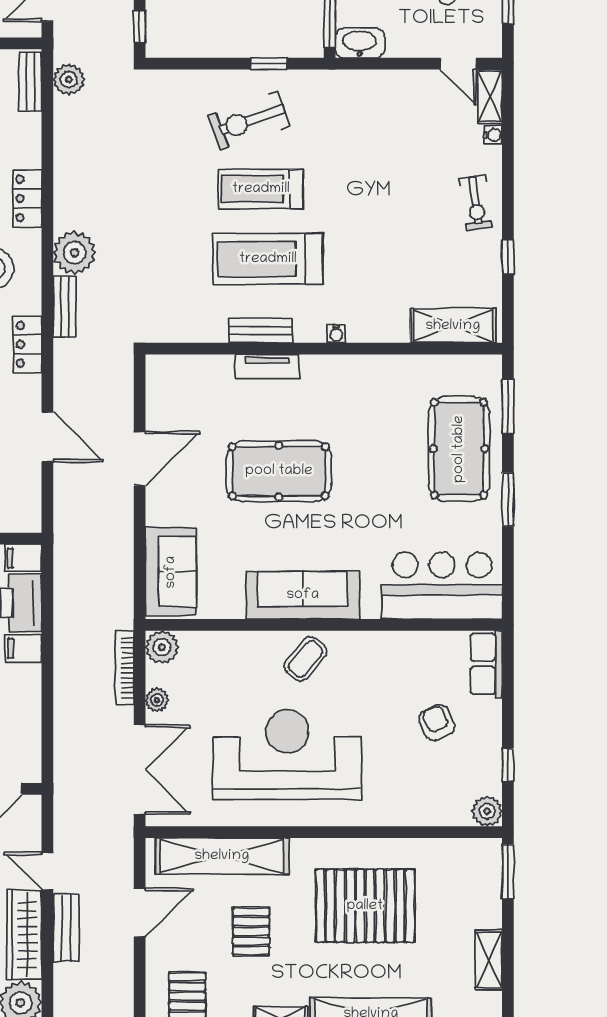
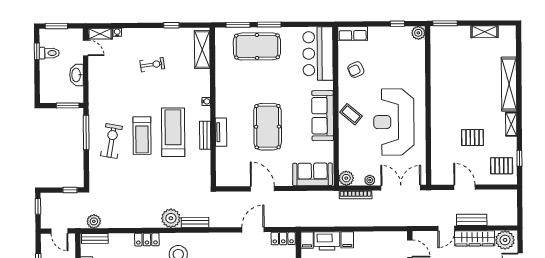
washbasin: (360, 43) -> (77, 75), moved
window: (269, 64) -> (86, 132), width x2.17
door: (458, 64) -> (86, 48), hinge flipped
exercise bike: (249, 121) -> (112, 141), turned -151
exercise bike: (476, 203) -> (152, 65), moved
treadmill: (268, 259) -> (173, 132), turned 180
locker: (27, 344) -> (283, 238), moved
window: (508, 499) -> (269, 25), moved
armchair: (437, 722) -> (356, 70), moved
shelving: (222, 856) -> (439, 151), removed
pallet: (365, 906) -> (461, 87), removed

